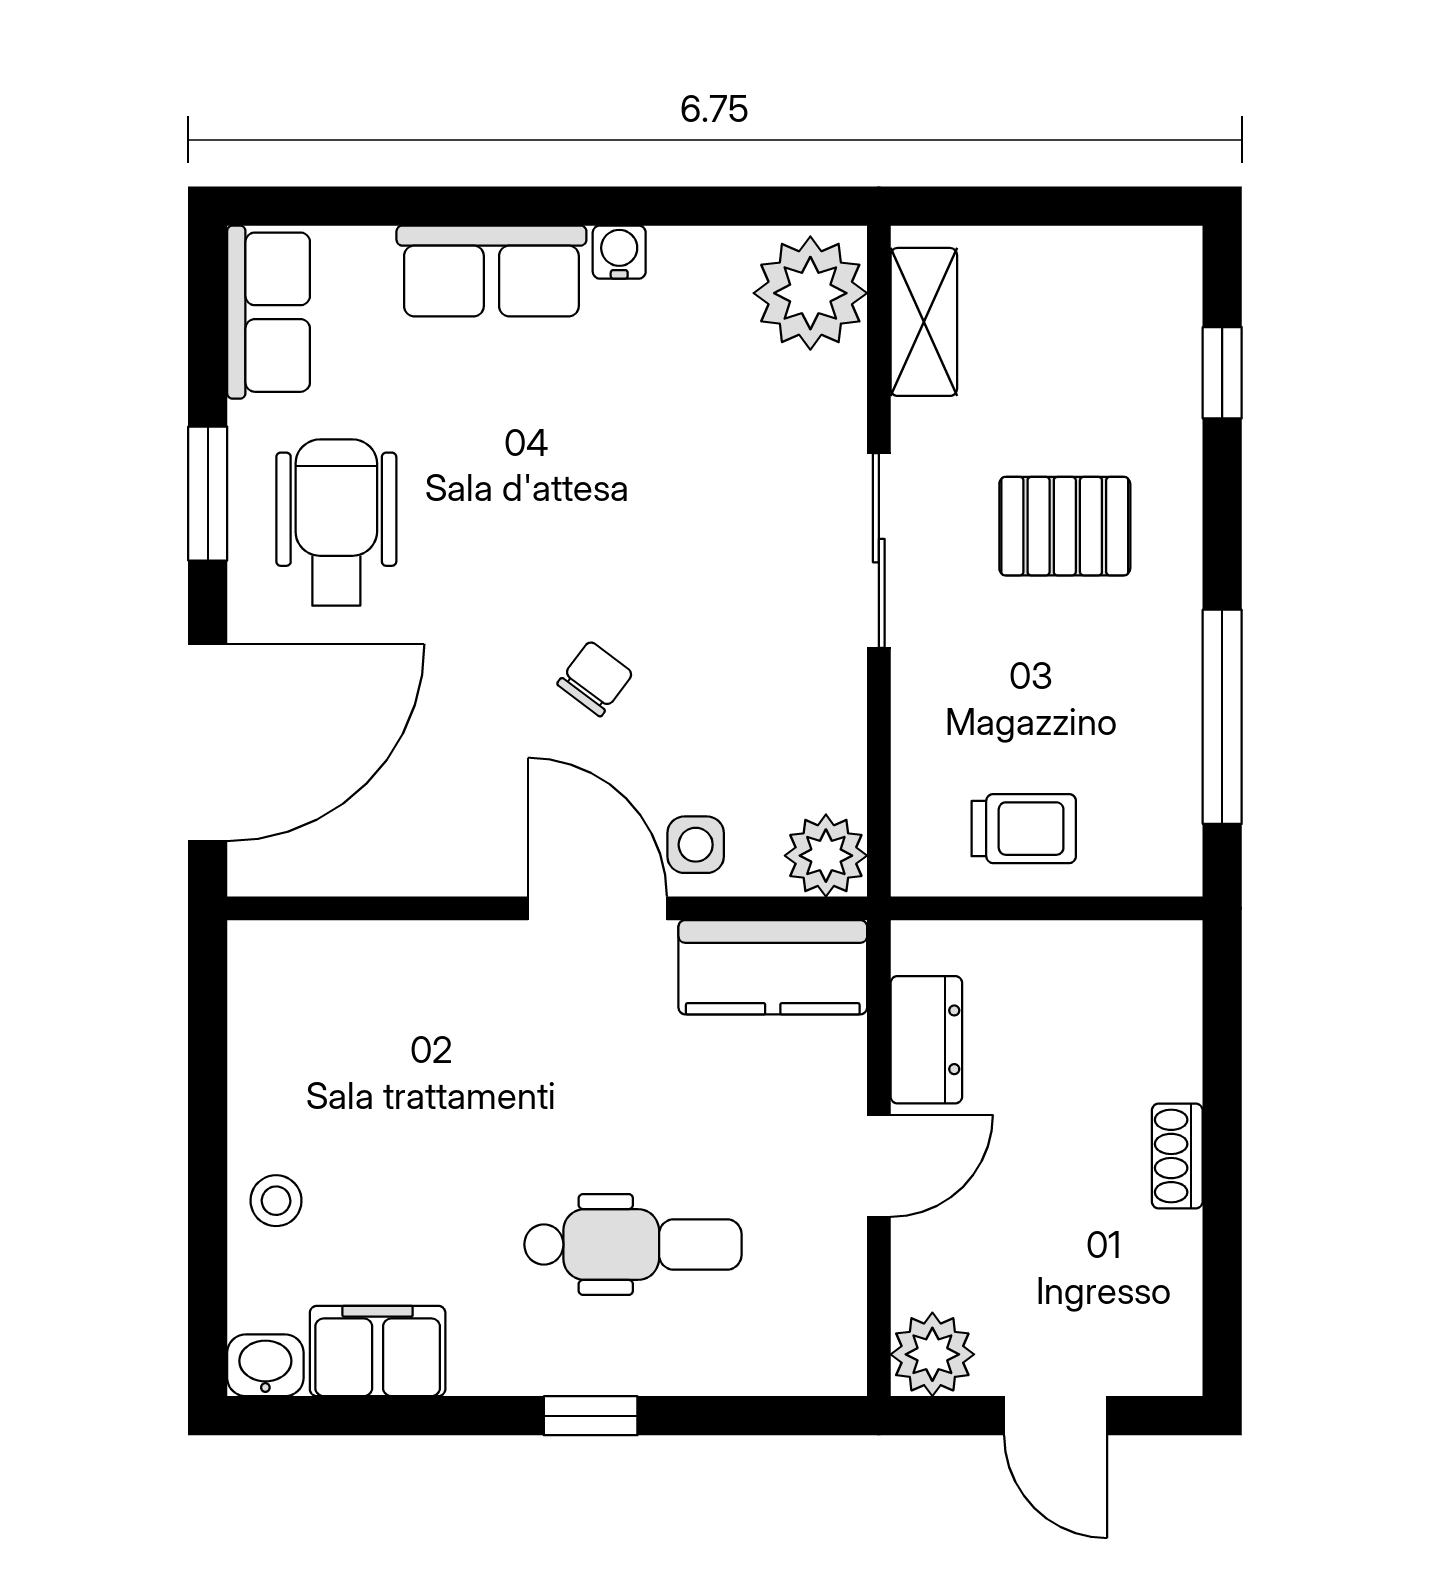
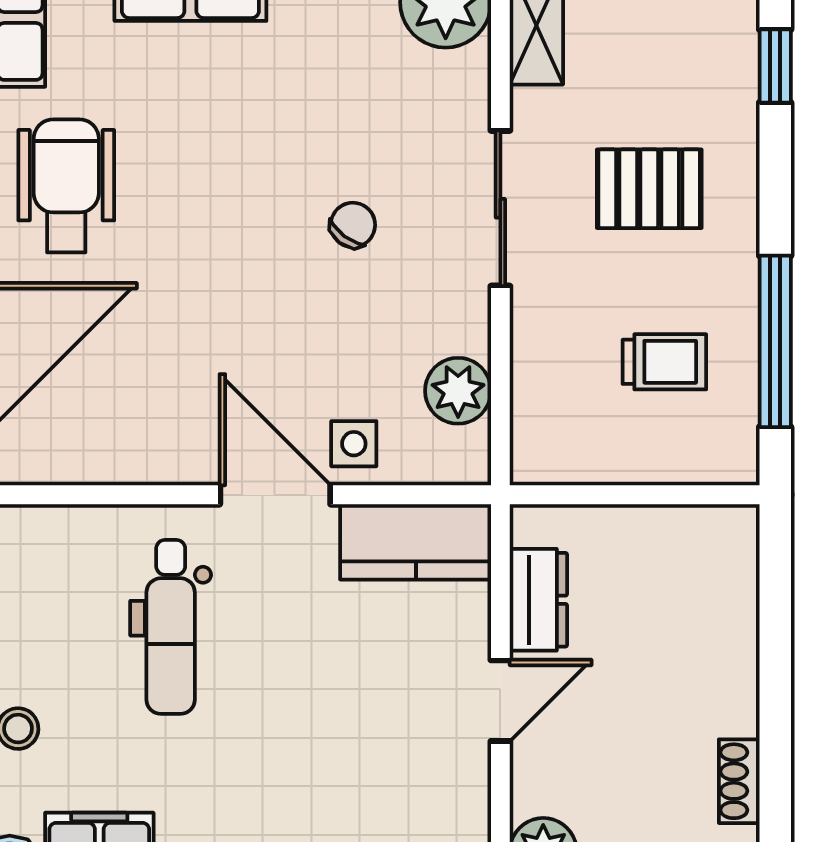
chair: (595, 679) -> (353, 225), moved
trolley: (1024, 829) -> (664, 362), moved
plant: (826, 856) -> (458, 391), moved
shoe rack: (1177, 1156) -> (739, 781), moved
dental chair: (633, 1244) -> (171, 627), moved, turned 90

